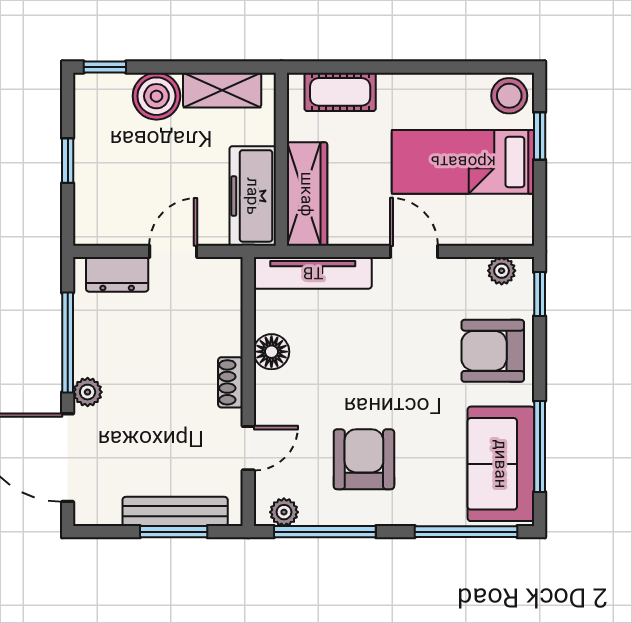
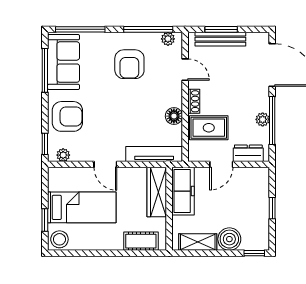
rug: (199, 327) -> (209, 128), added
plant: (88, 392) -> (263, 119), moved
door: (248, 448) -> (185, 70), swing flipped

